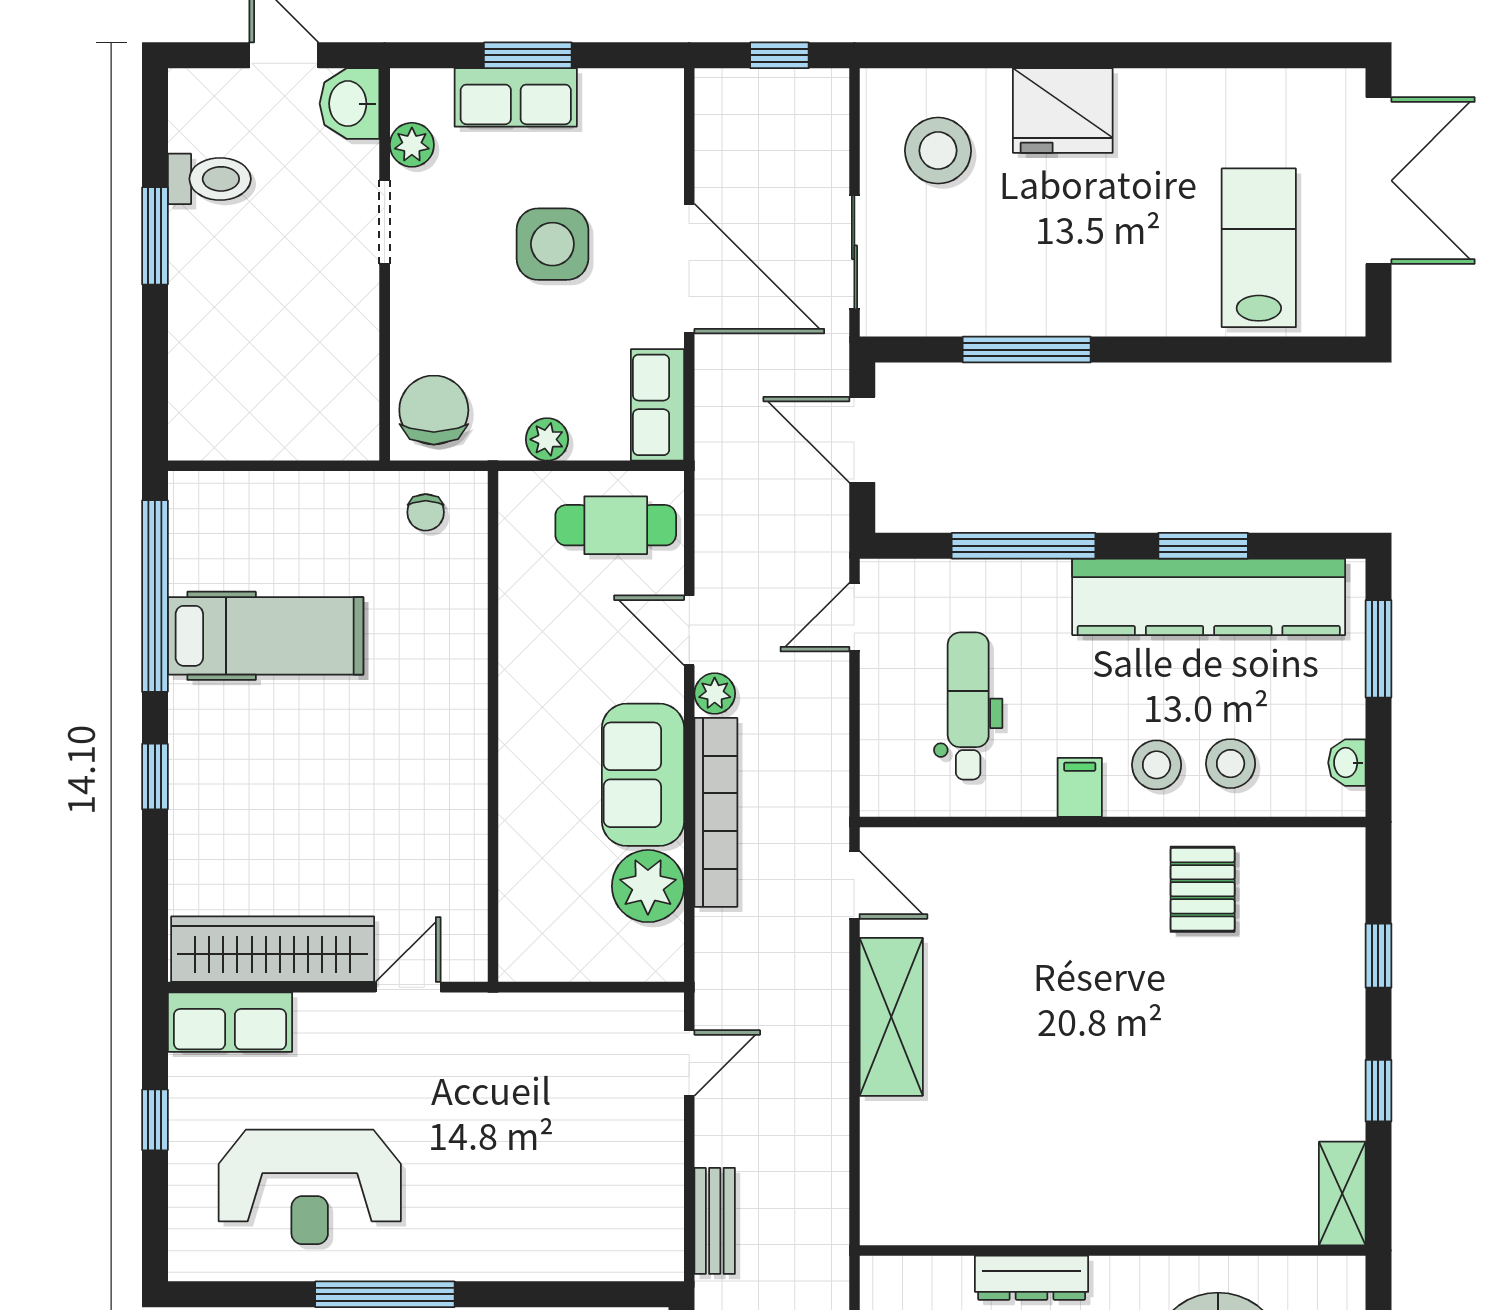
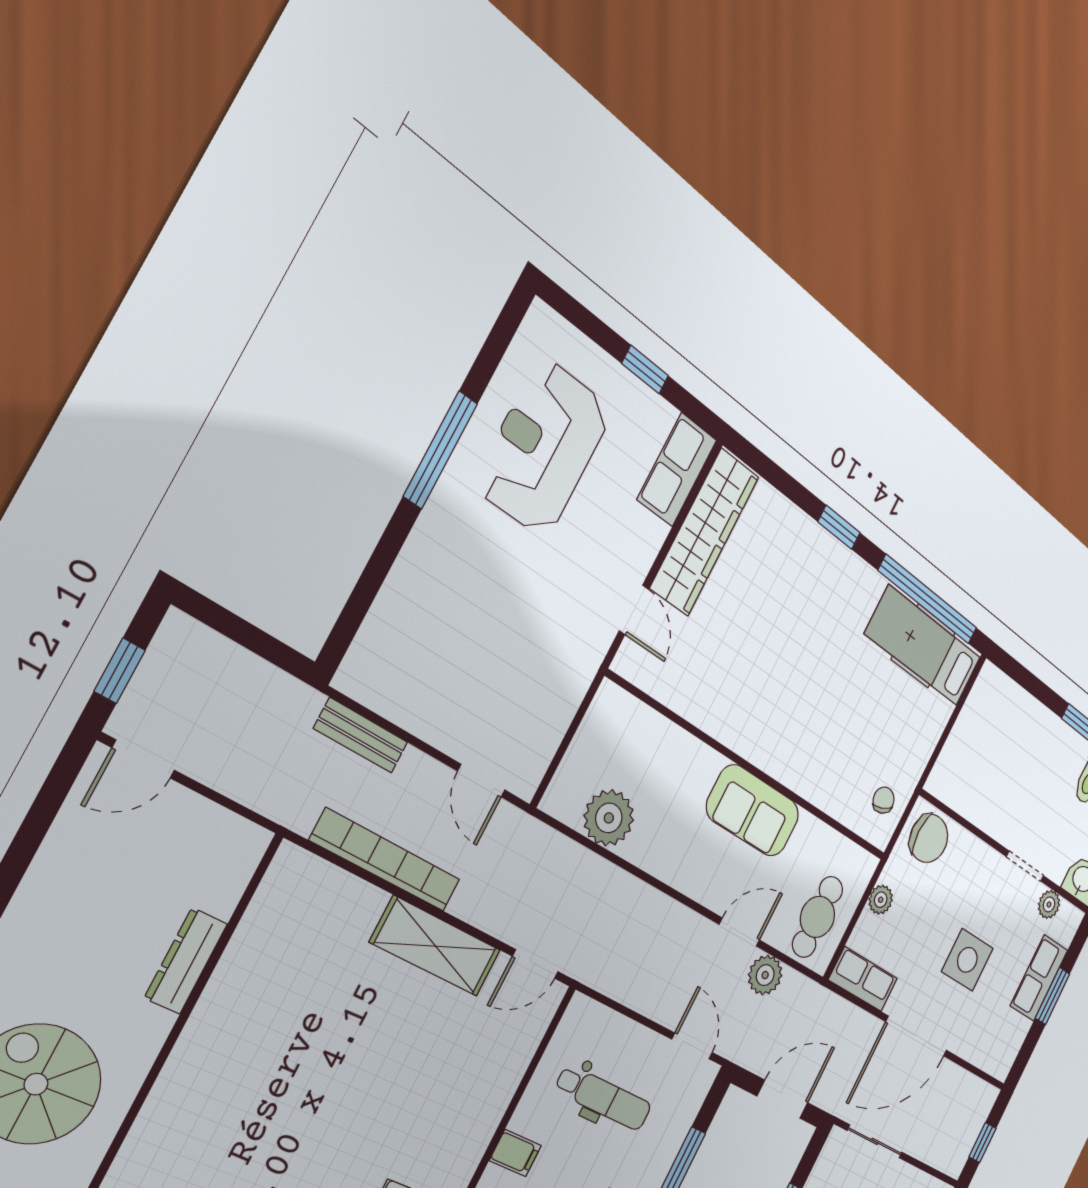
chair: (426, 512) -> (883, 800), turned 70
hospital bed: (266, 636) -> (923, 646), moved, turned 90
plant: (715, 693) -> (765, 975), moved, width x1.38, depth x1.38
sofa: (643, 775) -> (753, 811), moved, turned 180
bookcase: (716, 812) -> (386, 860), moved, turned 180

